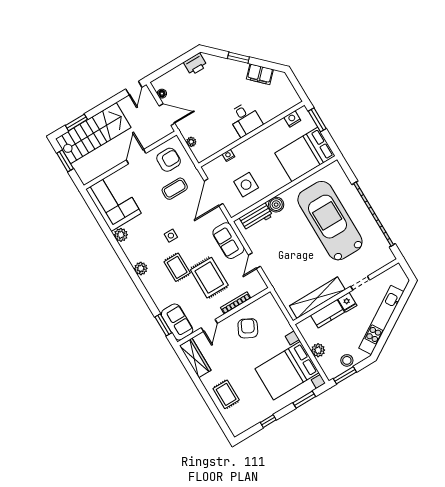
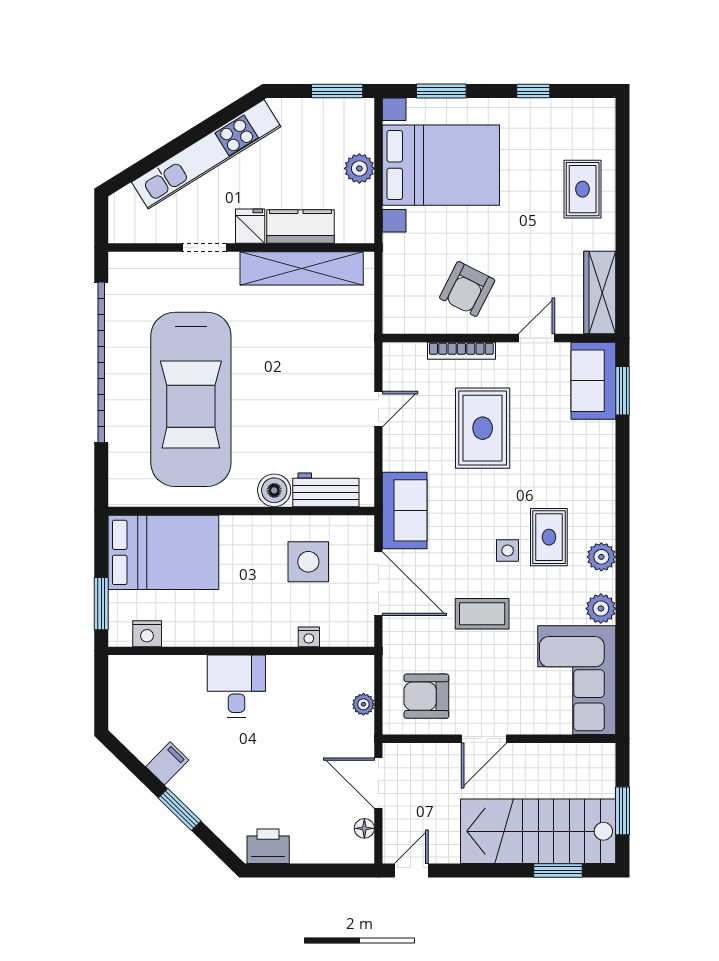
filing cabinet: (260, 74) -> (167, 763), width x0.50
coffee table: (175, 189) -> (482, 614), moved
door: (214, 192) -> (378, 584), hinge flipped
sofa: (228, 241) -> (405, 510), moved
rug: (177, 267) -> (549, 537), moved
plant: (141, 268) -> (601, 557), moved
stool: (347, 360) -> (317, 117), removed

